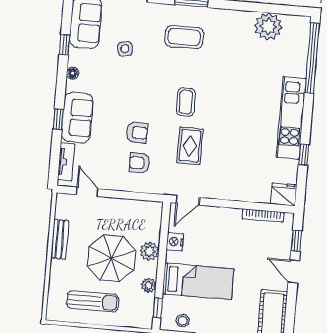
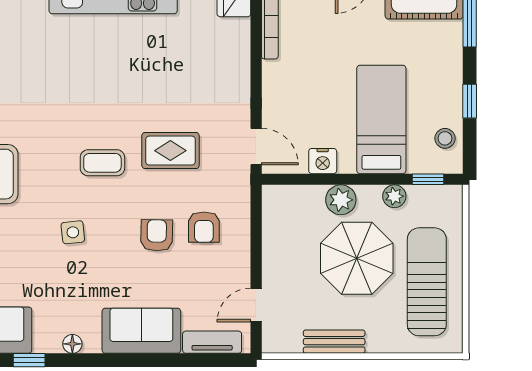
side table: (125, 49) -> (73, 232), moved
window: (58, 119) -> (146, 360), removed
sun lounger: (93, 301) -> (427, 282), width x1.36, depth x1.34

